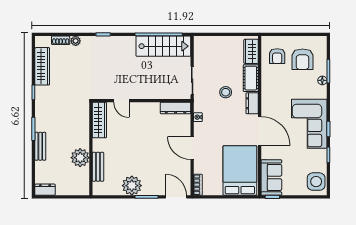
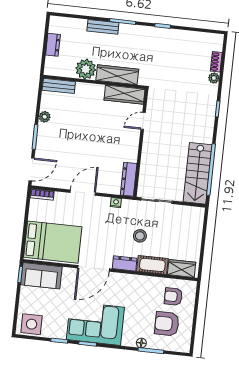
wardrobe: (42, 66) -> (117, 75), moved, turned 180
bench: (98, 167) -> (59, 86), moved
plant: (132, 186) -> (45, 117), width x0.53, depth x0.53
dresser: (45, 190) -> (53, 45), moved

